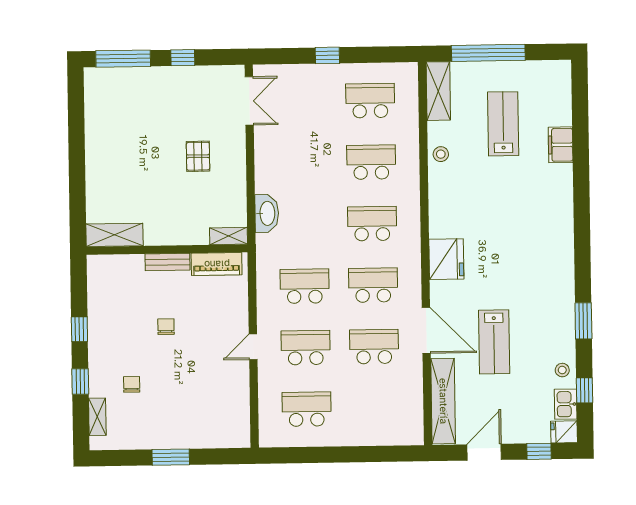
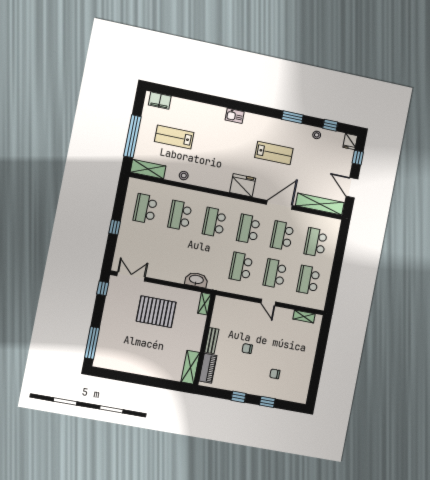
window: (183, 58) -> (103, 288), moved
filing cabinet: (561, 145) -> (160, 101), moved
pallet: (198, 156) -> (156, 312), width x2.05, depth x2.00
piano: (217, 264) -> (208, 368), moved
lab bench: (494, 342) -> (274, 153), moved
kitchen sink: (566, 404) -> (235, 116), moved
school desk: (375, 408) -> (316, 242), added
shelving: (97, 417) -> (304, 316), moved
window: (171, 457) -> (319, 360), removed

